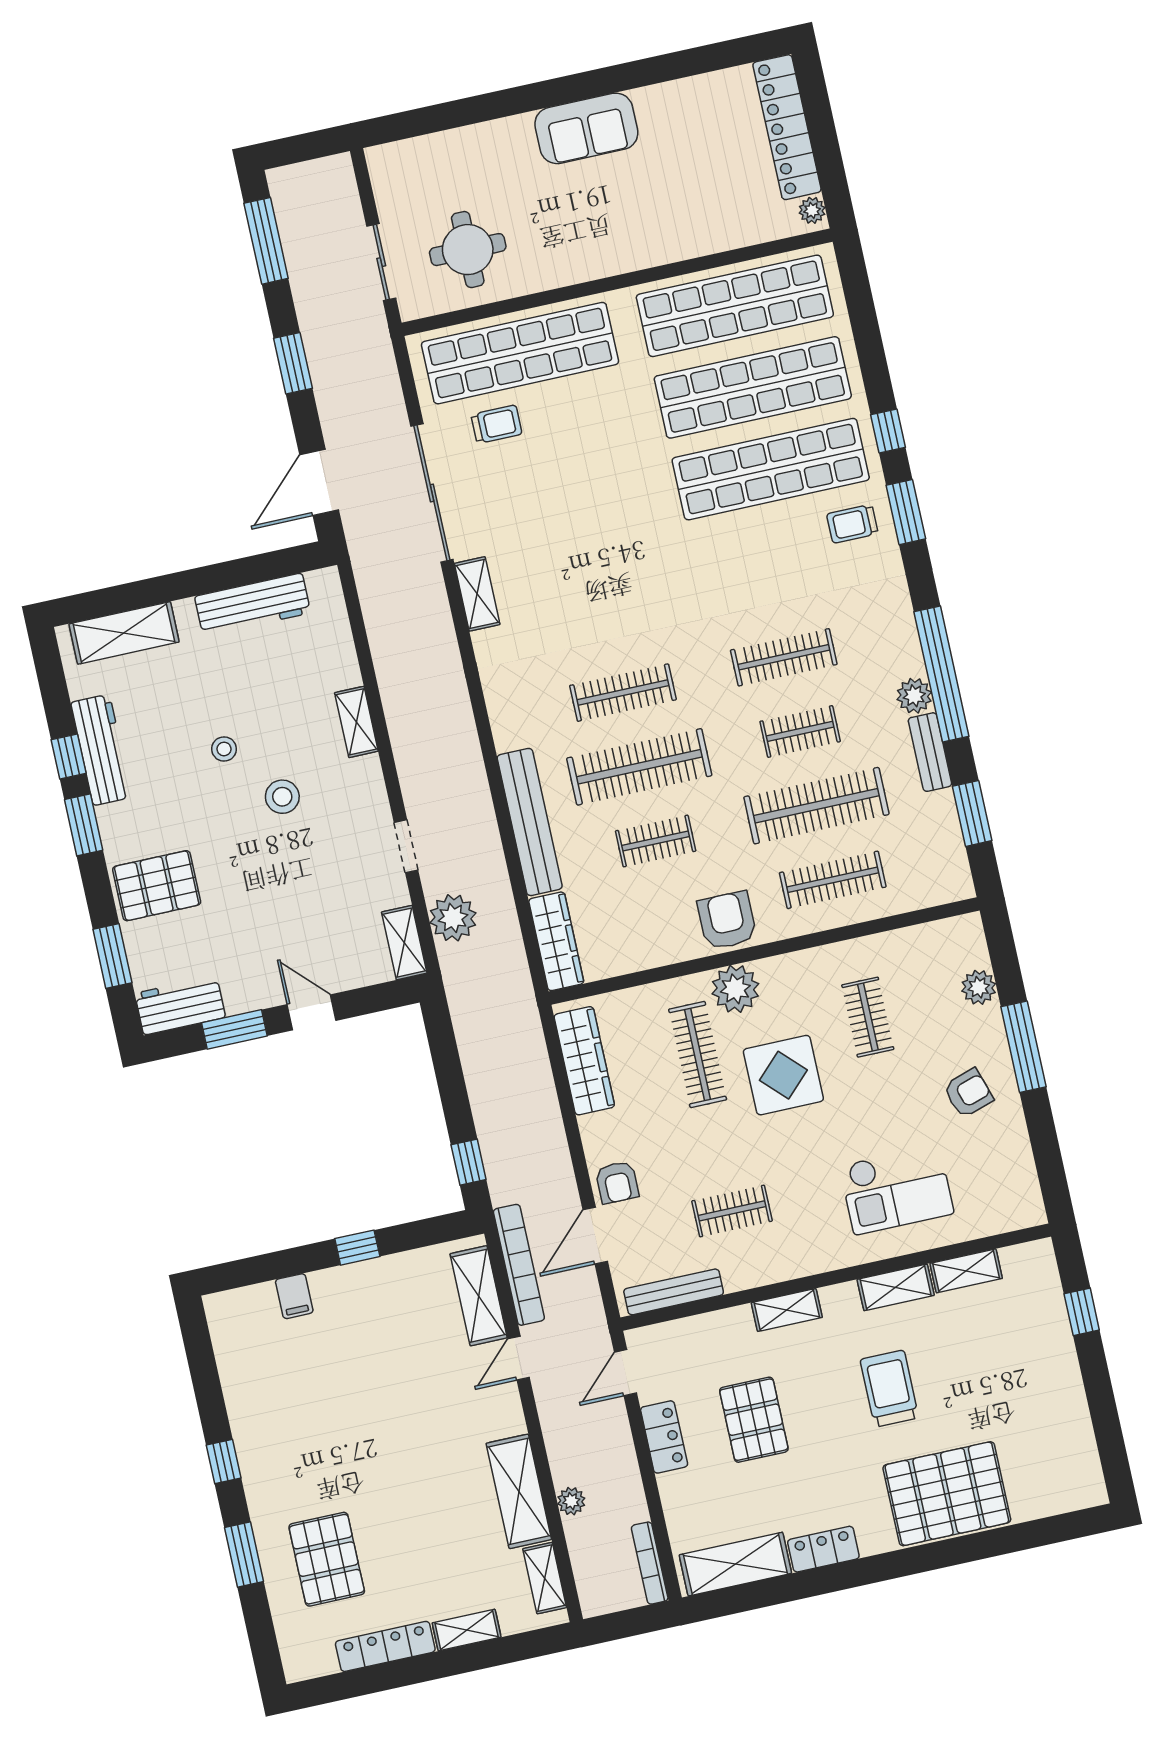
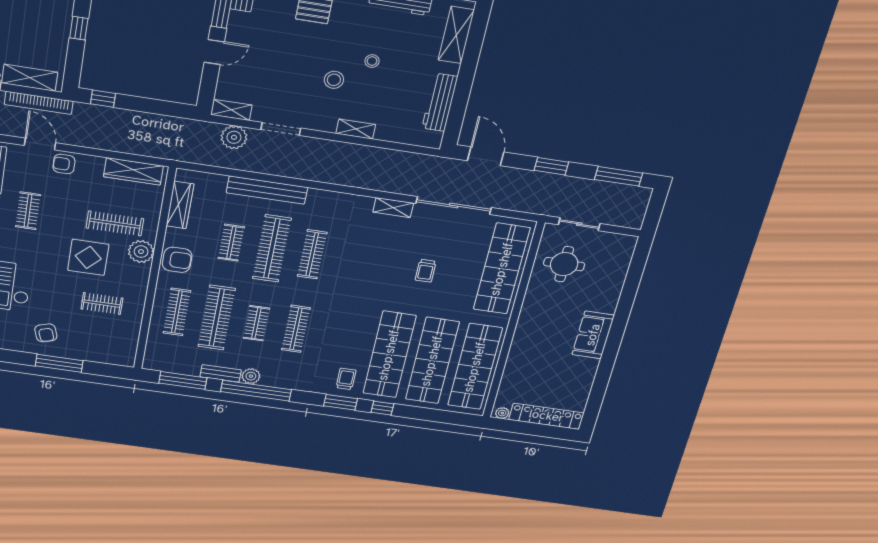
trolley: (496, 424) -> (426, 271), moved
window: (972, 813) -> (183, 380), width x1.44
doorway: (406, 846) -> (281, 129), width x1.38
wardrobe: (556, 941) -> (180, 205), moved, turned -90
plant: (979, 987) -> (96, 355), removed

